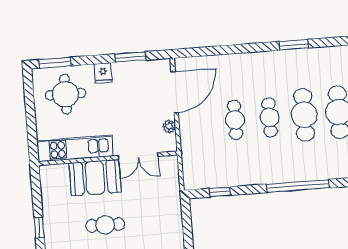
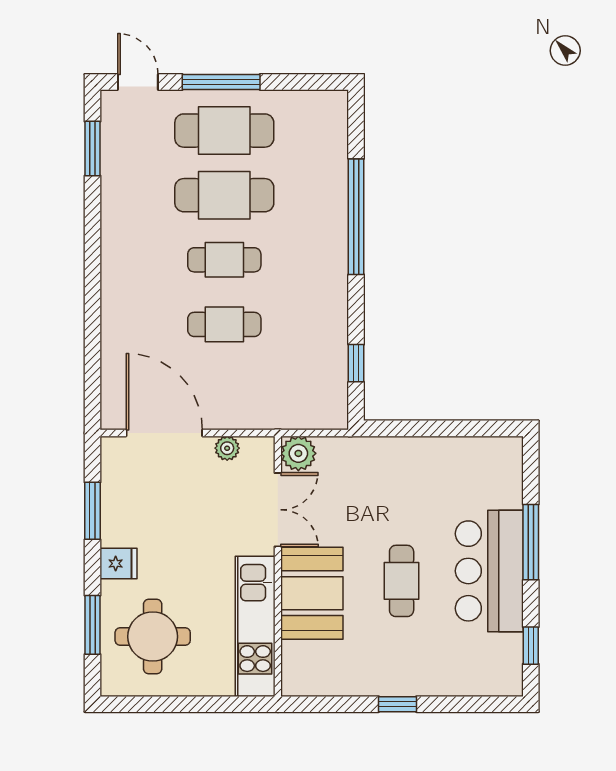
window: (294, 45) -> (92, 149), moved
window: (55, 63) -> (92, 625), moved
plant: (169, 165) -> (298, 453), added

